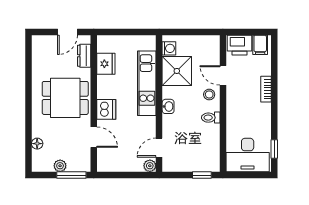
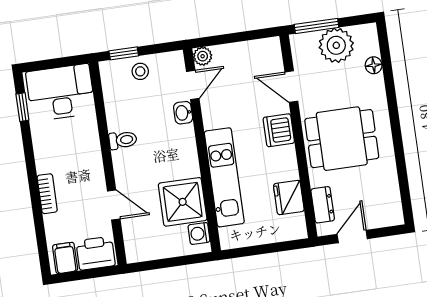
stool: (209, 95) -> (140, 71), moved
washbasin: (168, 106) -> (183, 113), moved
plant: (60, 166) -> (336, 45), width x1.88, depth x1.88

